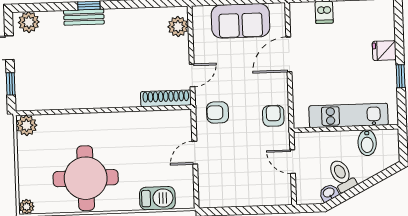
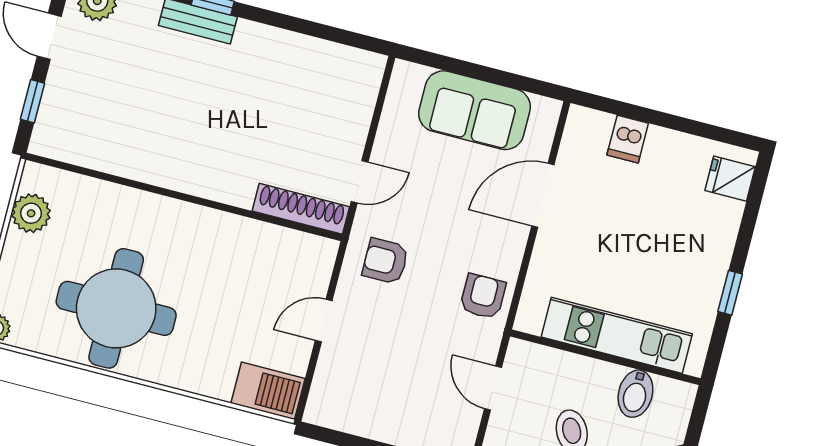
plant: (178, 27) -> (360, 87), removed
fridge: (384, 51) -> (730, 179), moved
plant: (26, 125) -> (31, 213), moved
barbecue: (157, 198) -> (268, 391), moved

